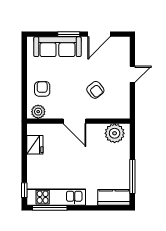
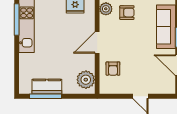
armchair: (95, 90) -> (113, 69), moved, turned -52
kitchen counter: (114, 197) -> (47, 86), moved, turned -90

